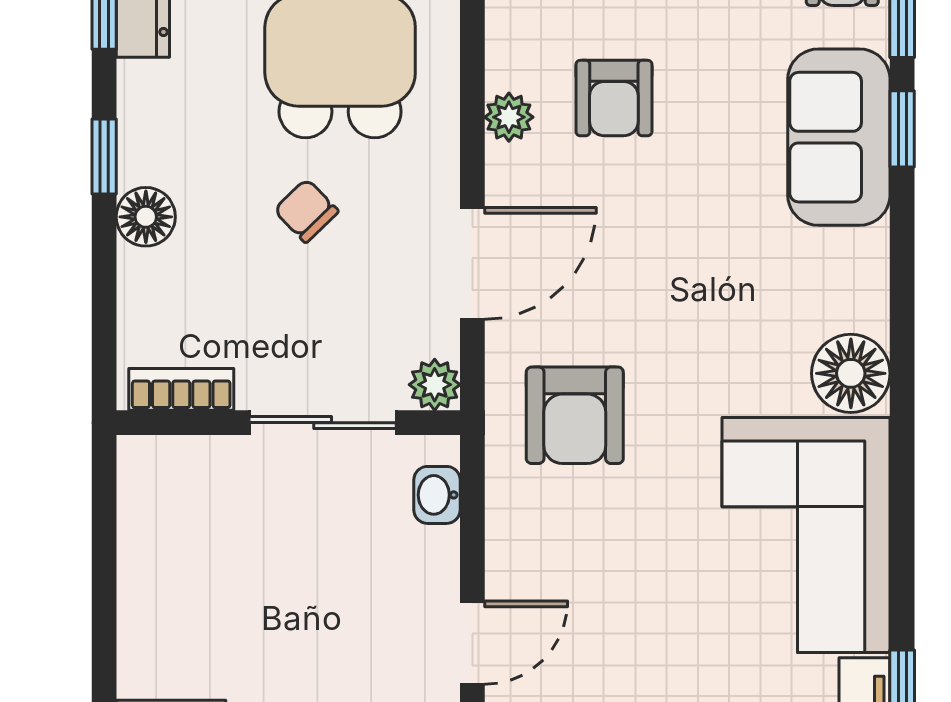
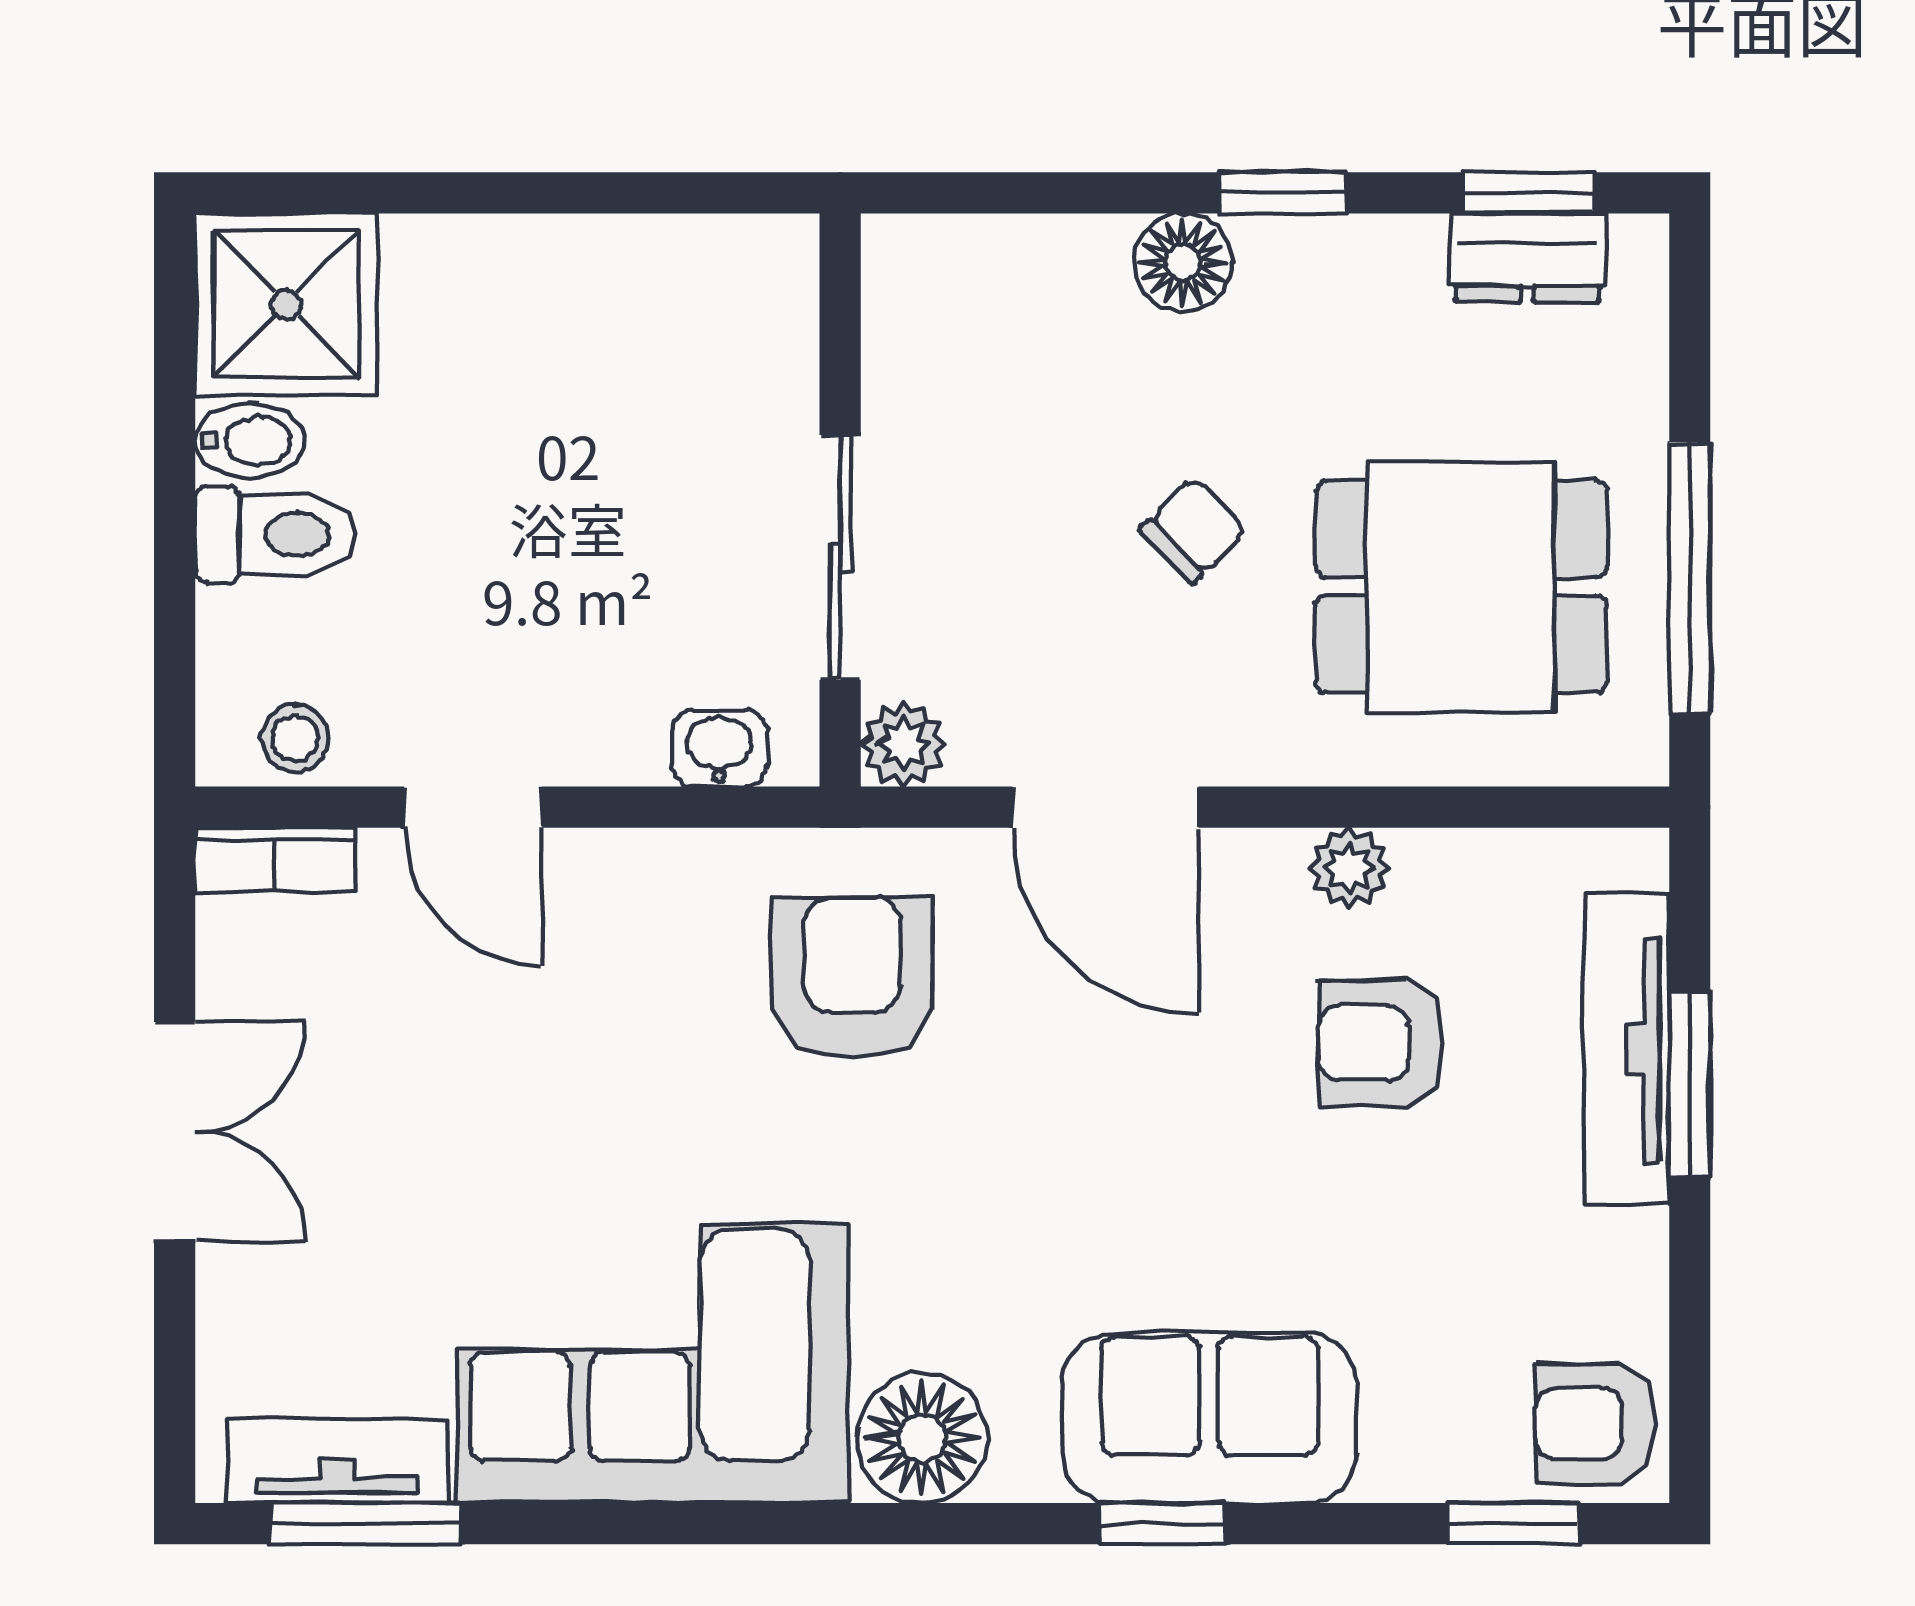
window: (902, 129) -> (1163, 1524), moved
sofa: (839, 137) -> (1209, 1418), moved
bookcase: (181, 389) -> (896, 321), removed
armchair: (575, 415) -> (852, 978), turned 90

